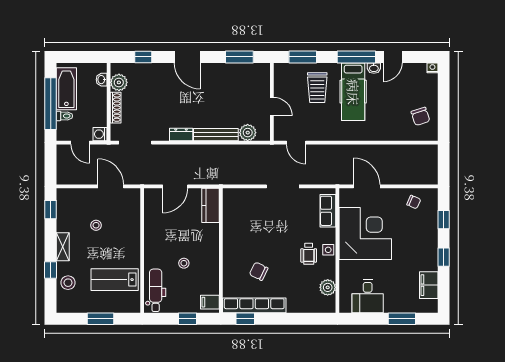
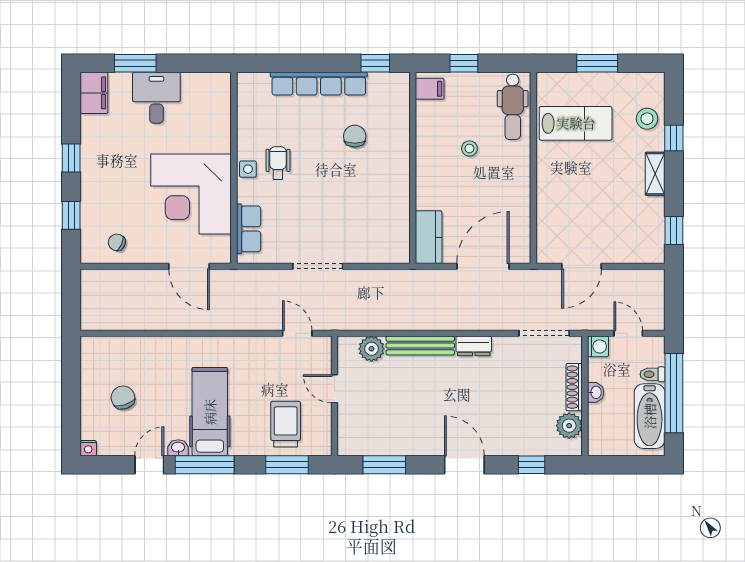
washbasin: (102, 80) -> (596, 392), moved
trolley: (317, 88) -> (286, 424), moved
chair: (420, 116) -> (123, 398), moved
door: (111, 186) -> (581, 266), hinge flipped
door: (175, 186) -> (483, 266), width x1.36
stool: (96, 225) -> (604, 207), removed
chair: (259, 271) -> (355, 136), turned -116
filing cabinet: (429, 285) -> (94, 93), moved
plant: (328, 287) -> (249, 111), removed
desk: (368, 296) -> (156, 98), moved
row of seats: (254, 305) -> (319, 84), moved

